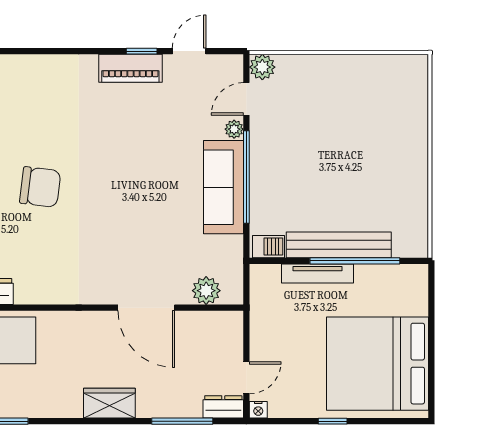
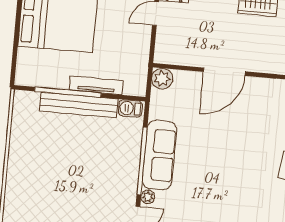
plant: (206, 291) -> (162, 79), moved
door: (146, 308) -> (224, 72), swing flipped

